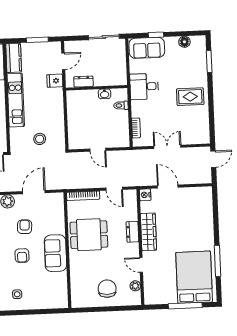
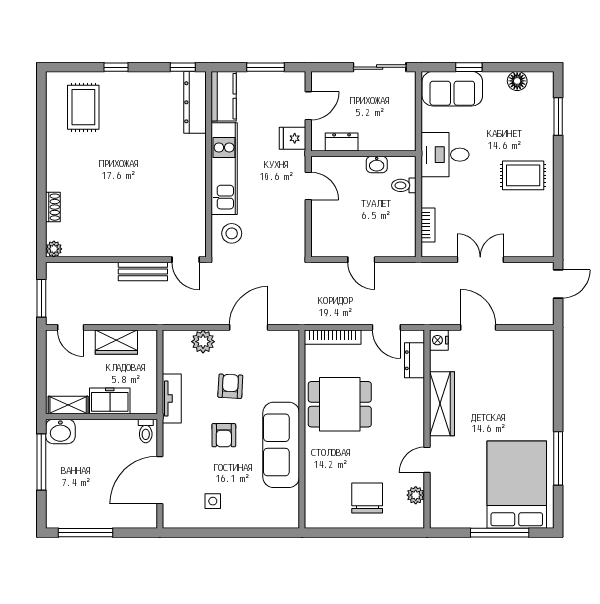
door: (65, 108) -> (308, 186), added
stool: (40, 139) -> (232, 233), moved
dresser: (132, 232) -> (415, 360), moved
sofa: (55, 253) -> (281, 445), width x1.36
door: (141, 265) -> (427, 460), hinge flipped

